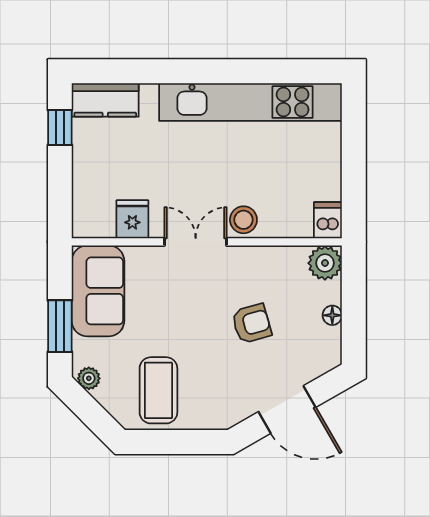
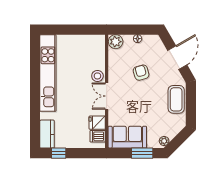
dishwasher: (328, 220) -> (98, 136), moved
coffee table: (158, 390) -> (176, 99), moved, turned 90

